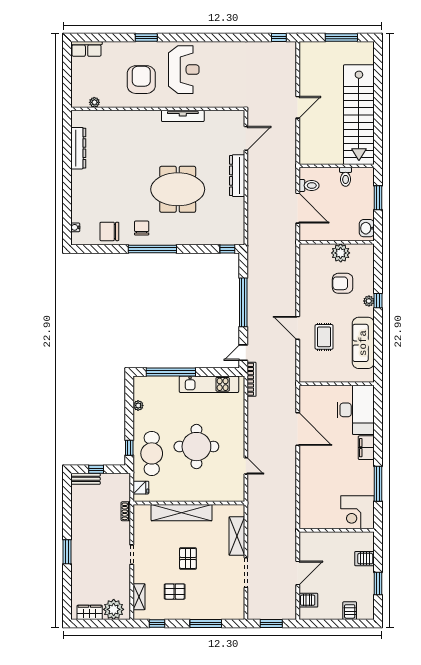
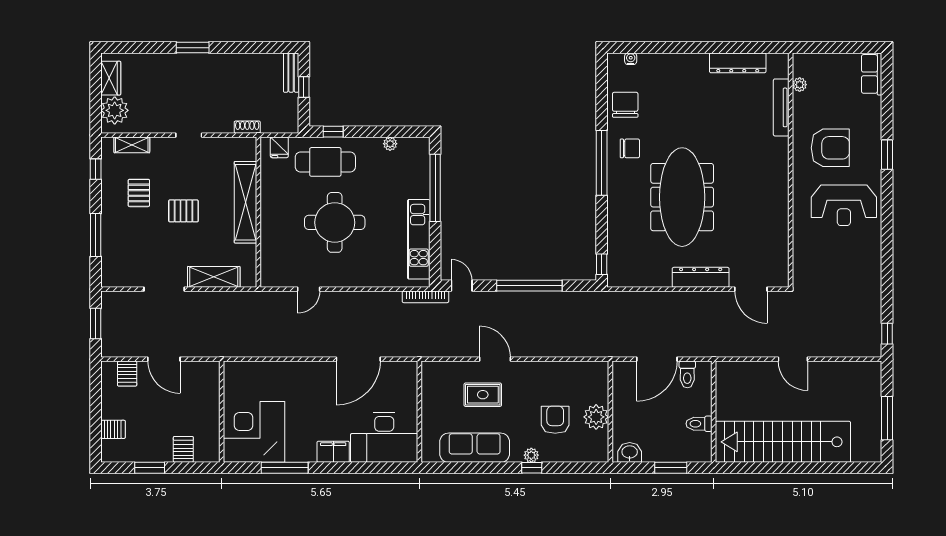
tv unit: (183, 116) -> (781, 107), moved
meeting table: (178, 189) -> (682, 197), width x1.36
door: (298, 328) -> (495, 359), hinge flipped
corner desk: (358, 512) -> (254, 432), width x1.36, depth x1.36

